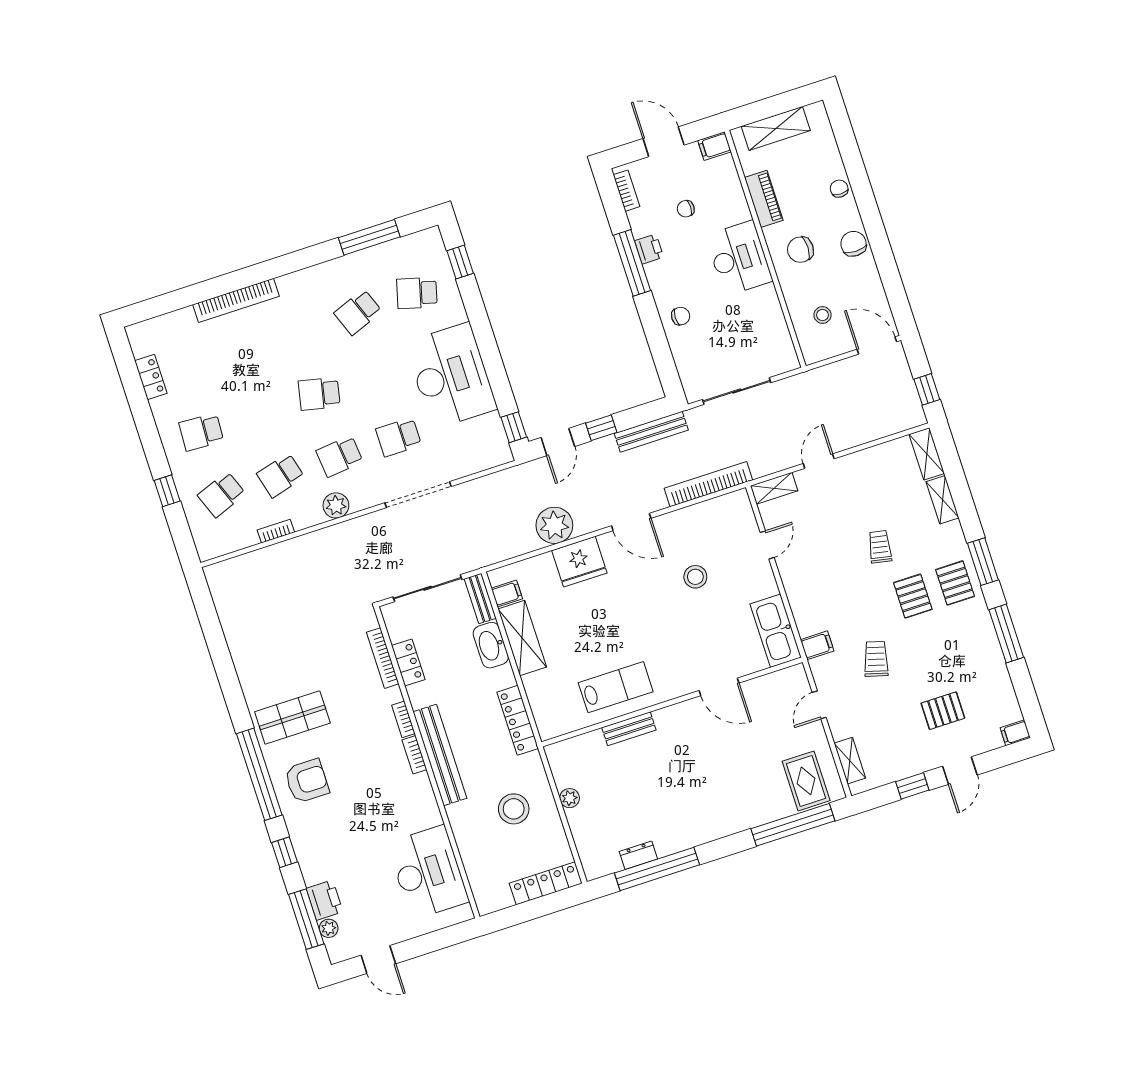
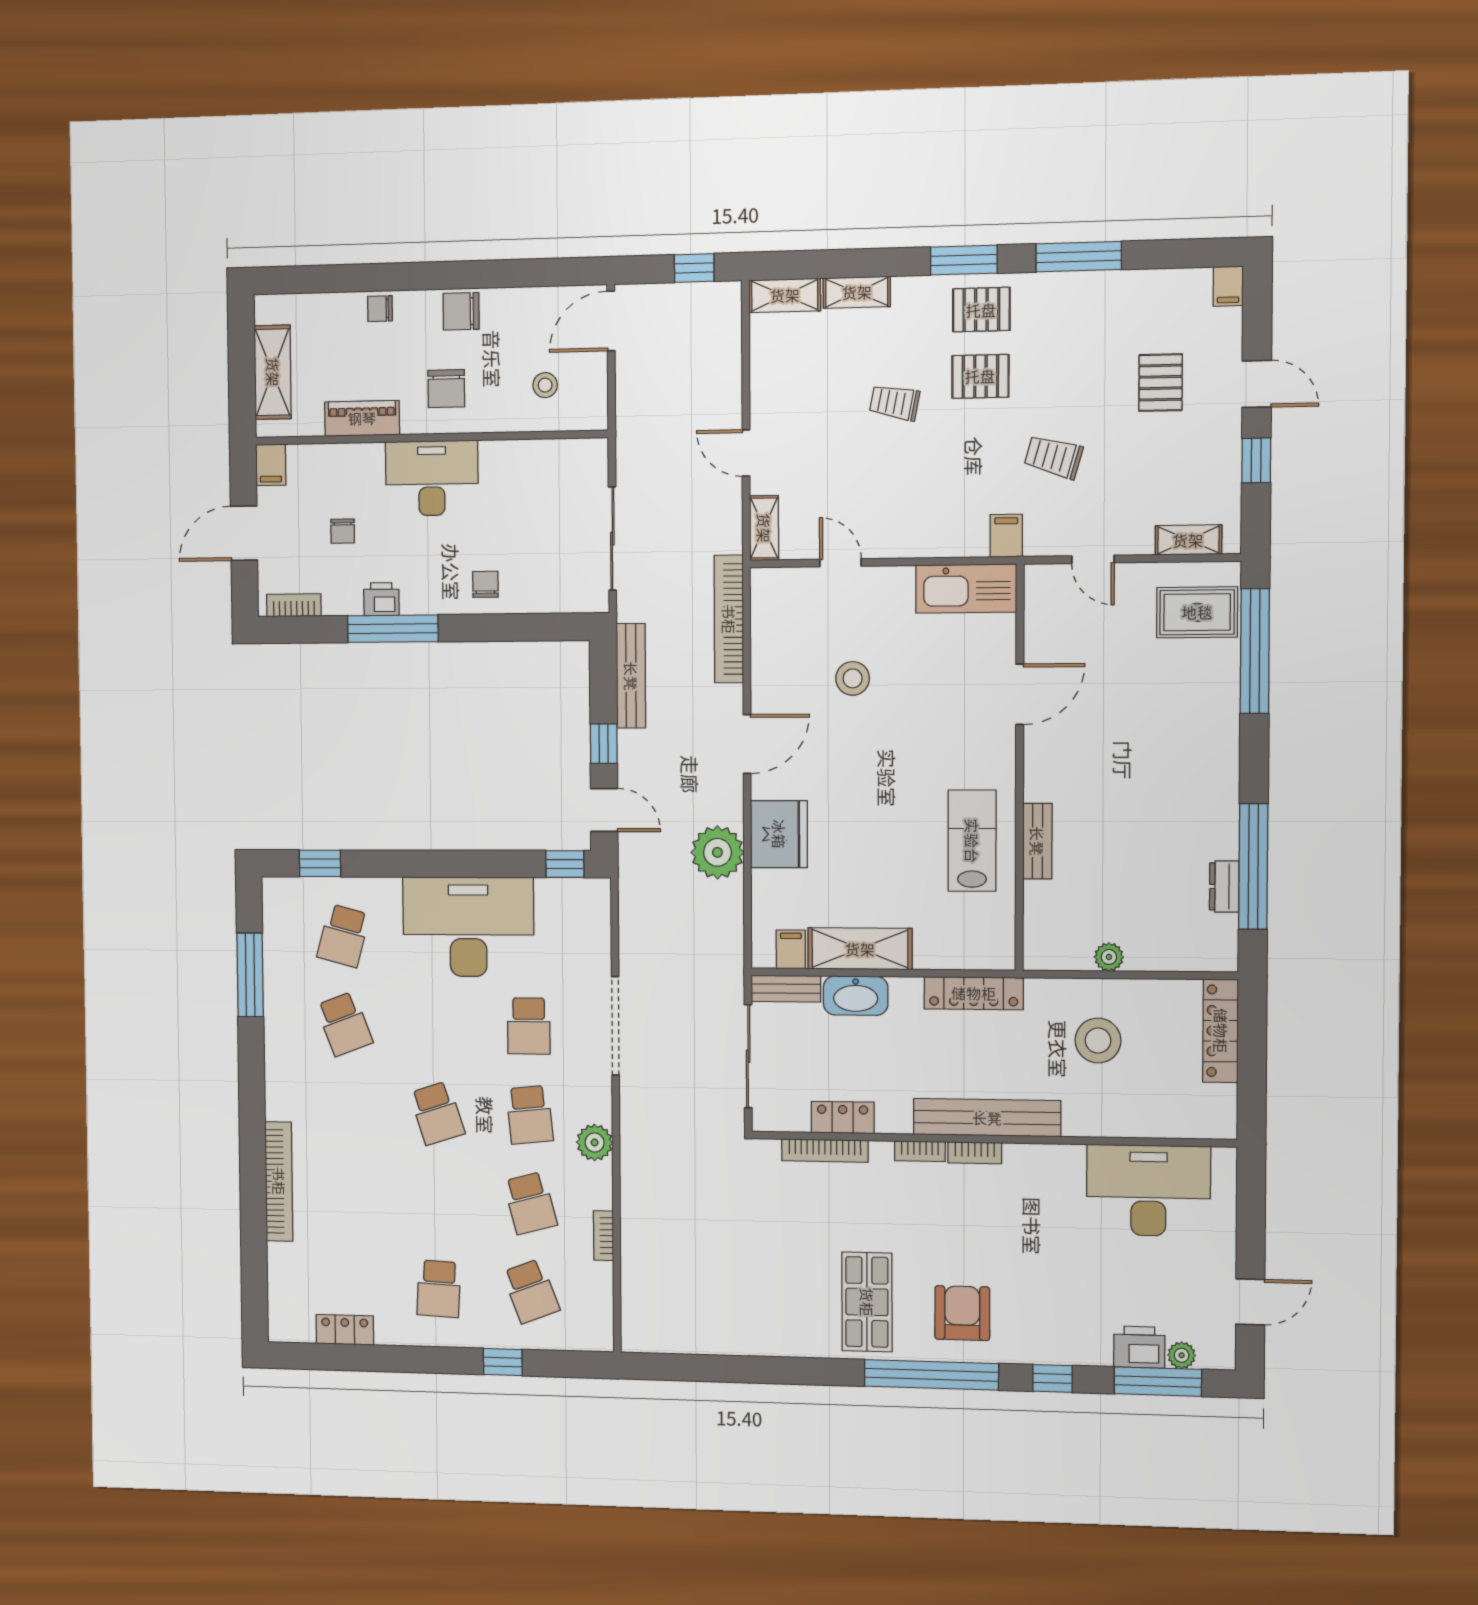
school desk: (319, 394) -> (437, 1113), turned -30

